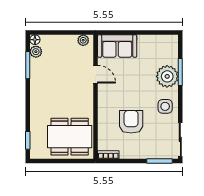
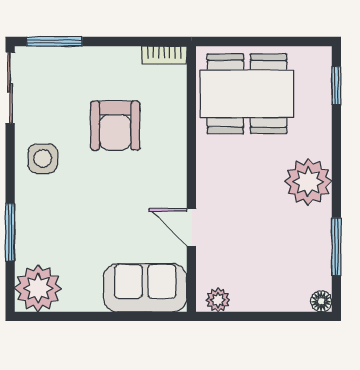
plant: (36, 52) -> (308, 182), moved, width x1.88, depth x1.88
plant: (167, 76) -> (38, 288), moved

